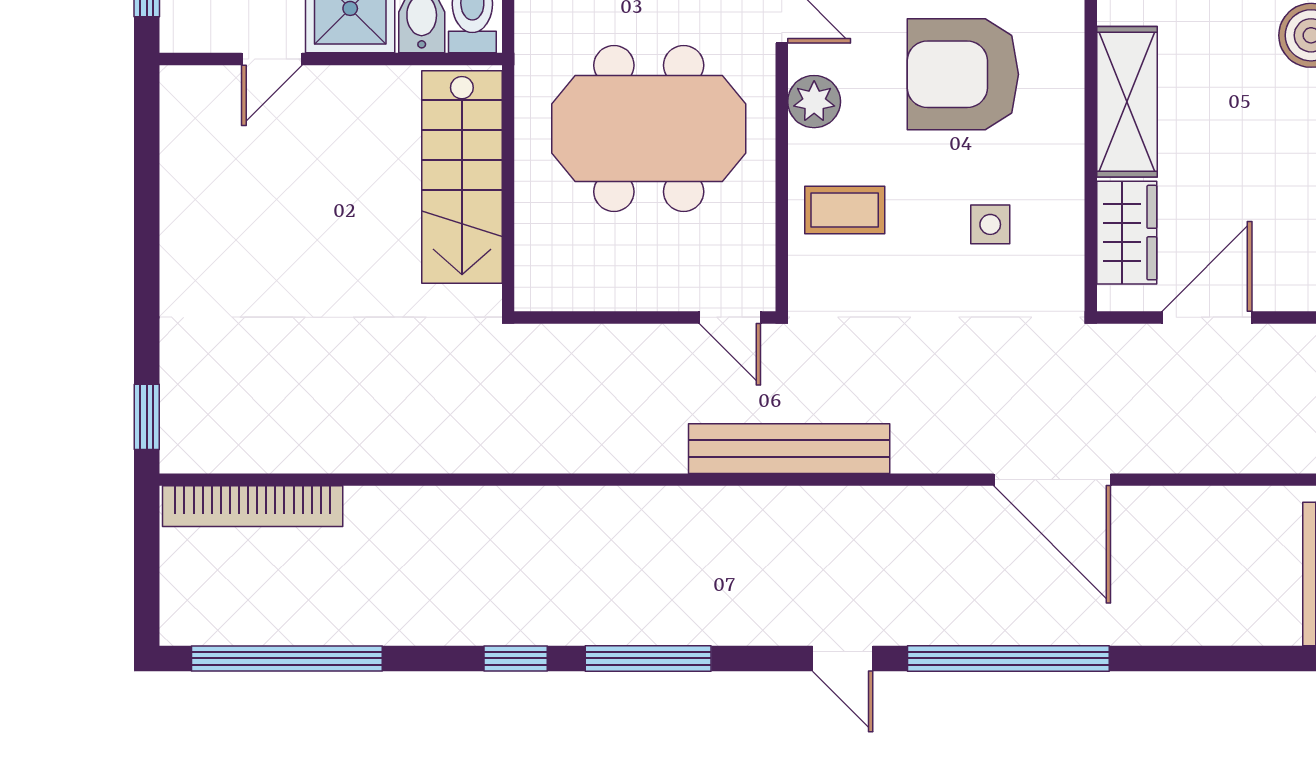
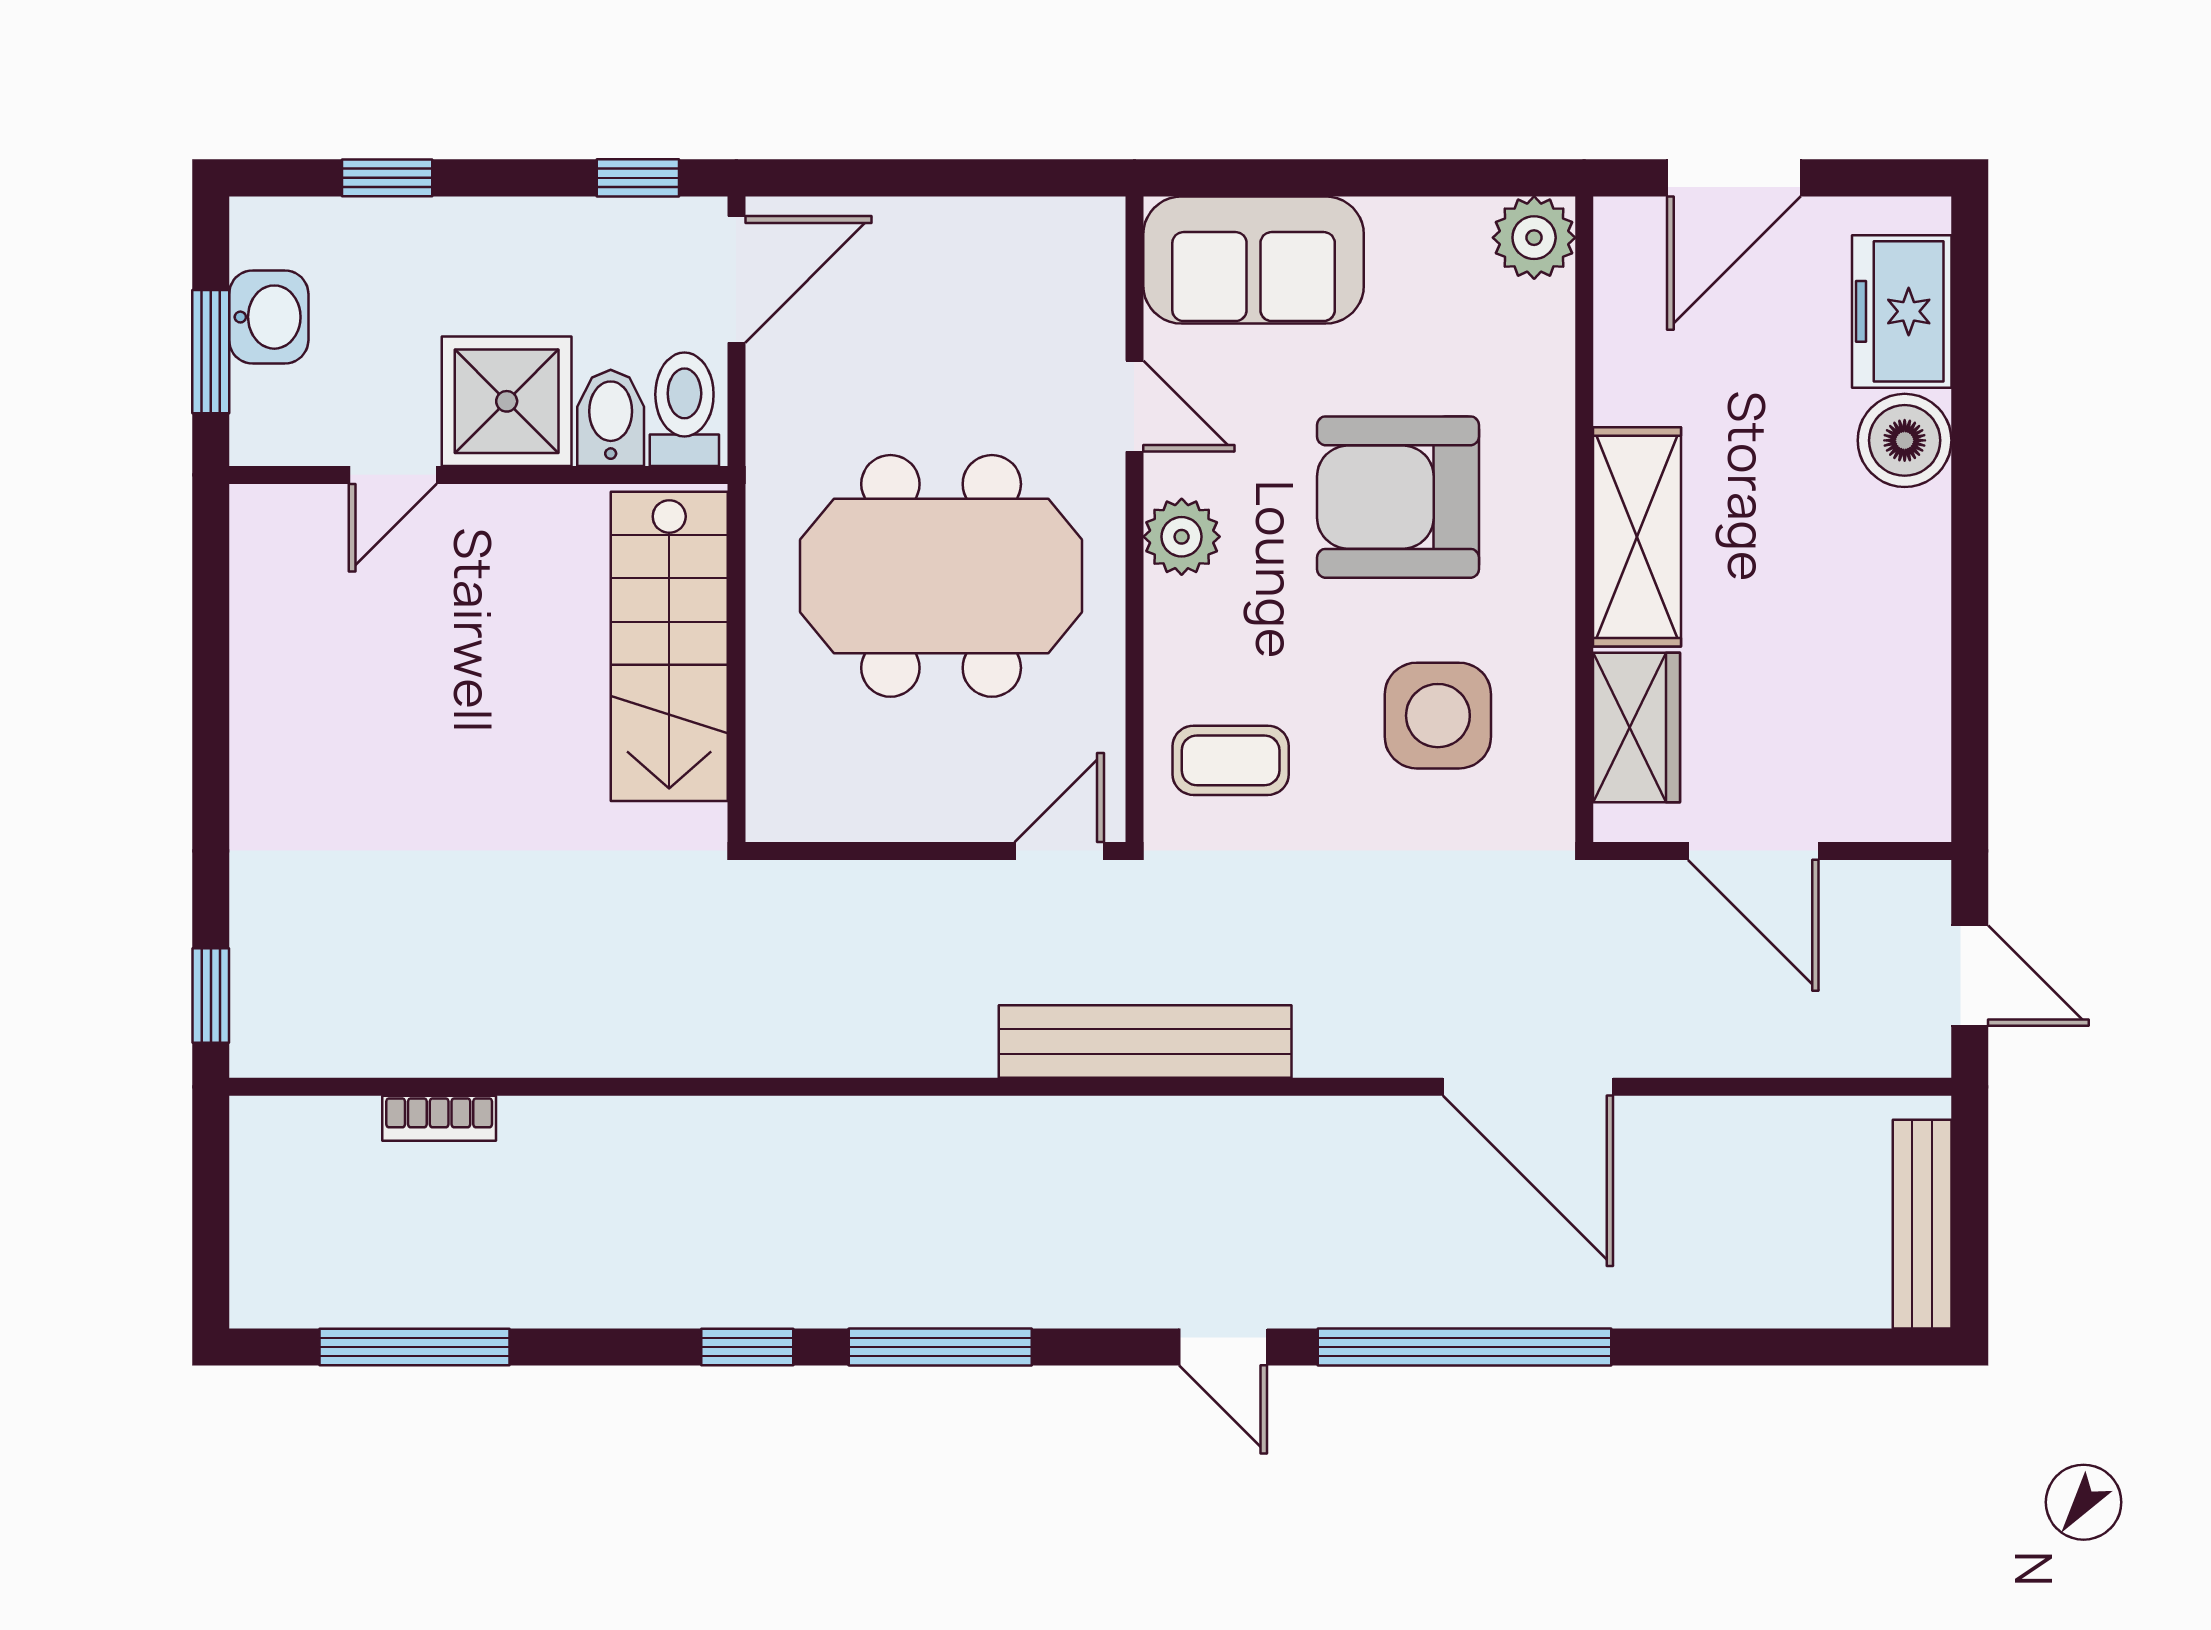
coffee table: (845, 210) -> (1231, 760), moved
side table: (990, 224) -> (1438, 716), width x1.87, depth x1.87
door: (730, 317) -> (1059, 851), swing flipped
door: (1207, 317) -> (1753, 851), swing flipped
bookcase: (253, 506) -> (439, 1118), width x0.43, depth x0.76
window: (287, 658) -> (414, 1347), width x0.68

